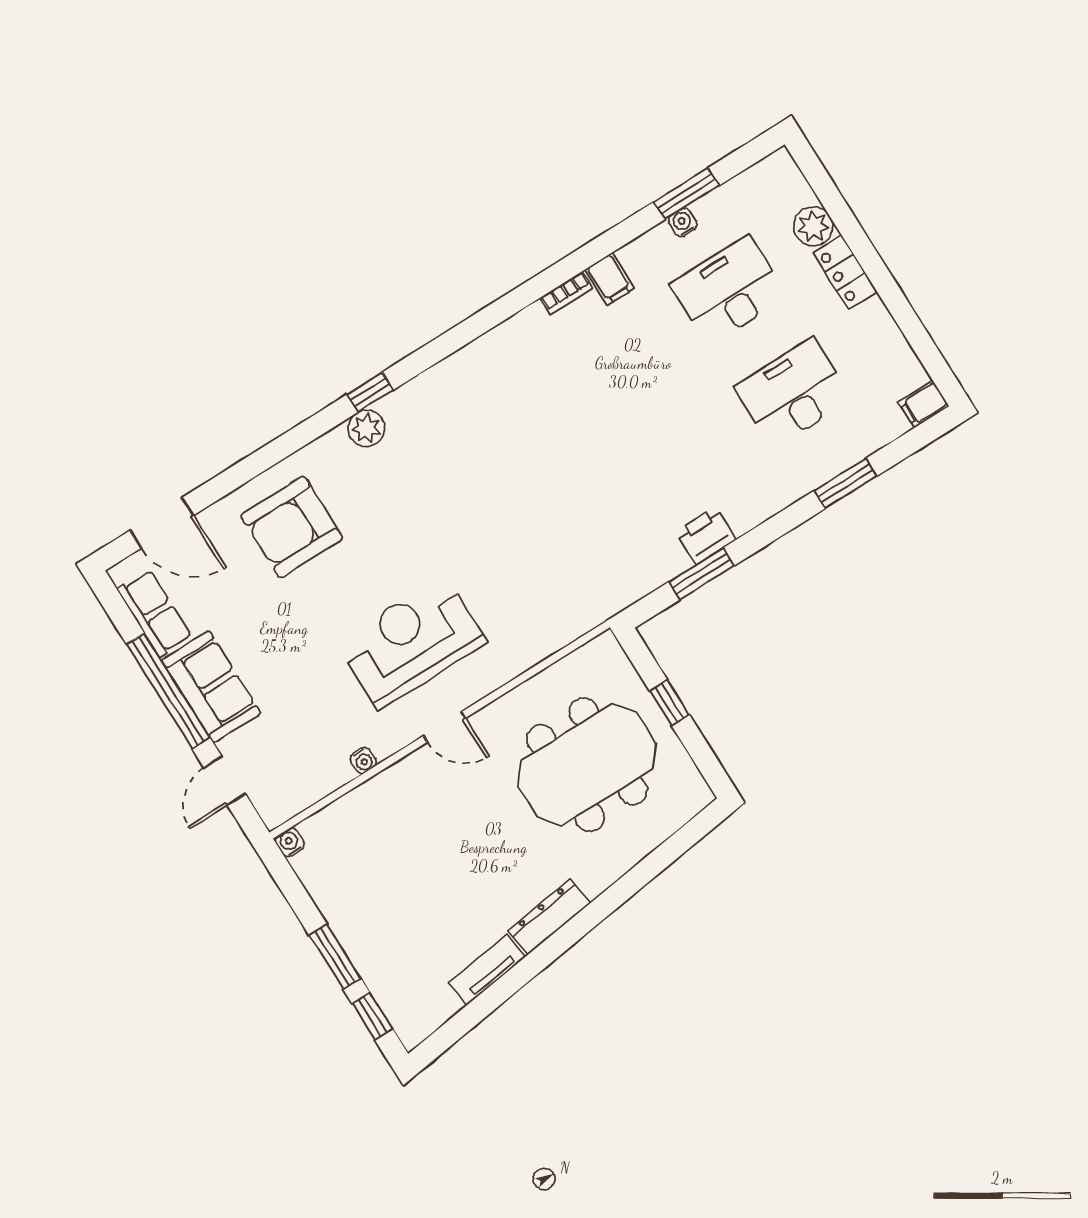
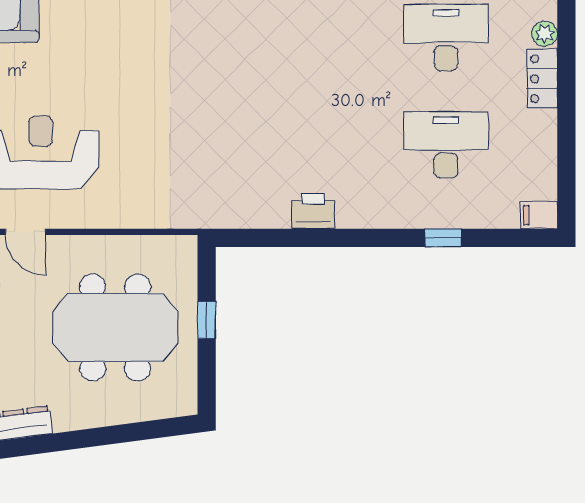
plant: (813, 226) -> (545, 34), width x0.73, depth x0.73
window: (846, 483) -> (443, 238), width x0.67
window: (702, 574) -> (292, 238), removed

